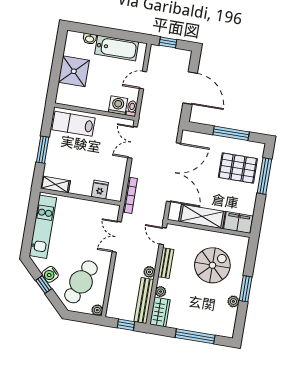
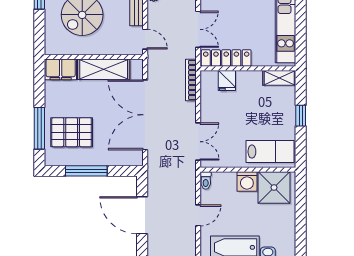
shower: (74, 71) -> (274, 187), moved
washing machine: (118, 105) -> (247, 181), moved
window: (43, 150) -> (301, 116), width x0.67
locker: (97, 209) -> (226, 58), added

